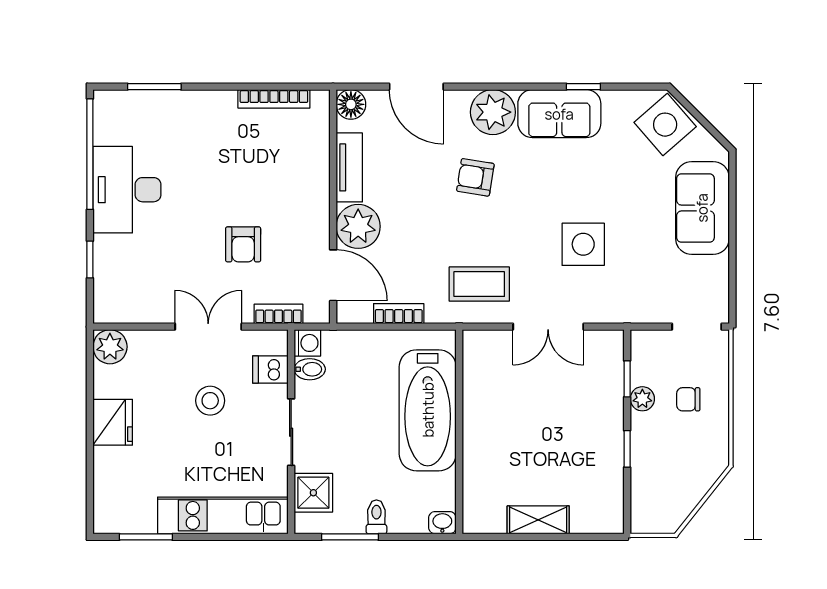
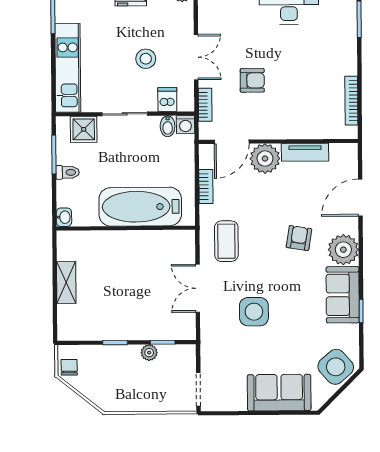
floor lamp: (351, 104) -> (348, 153), removed
armchair: (243, 244) -> (252, 80), turned 180
chair: (688, 399) -> (69, 367), moved

